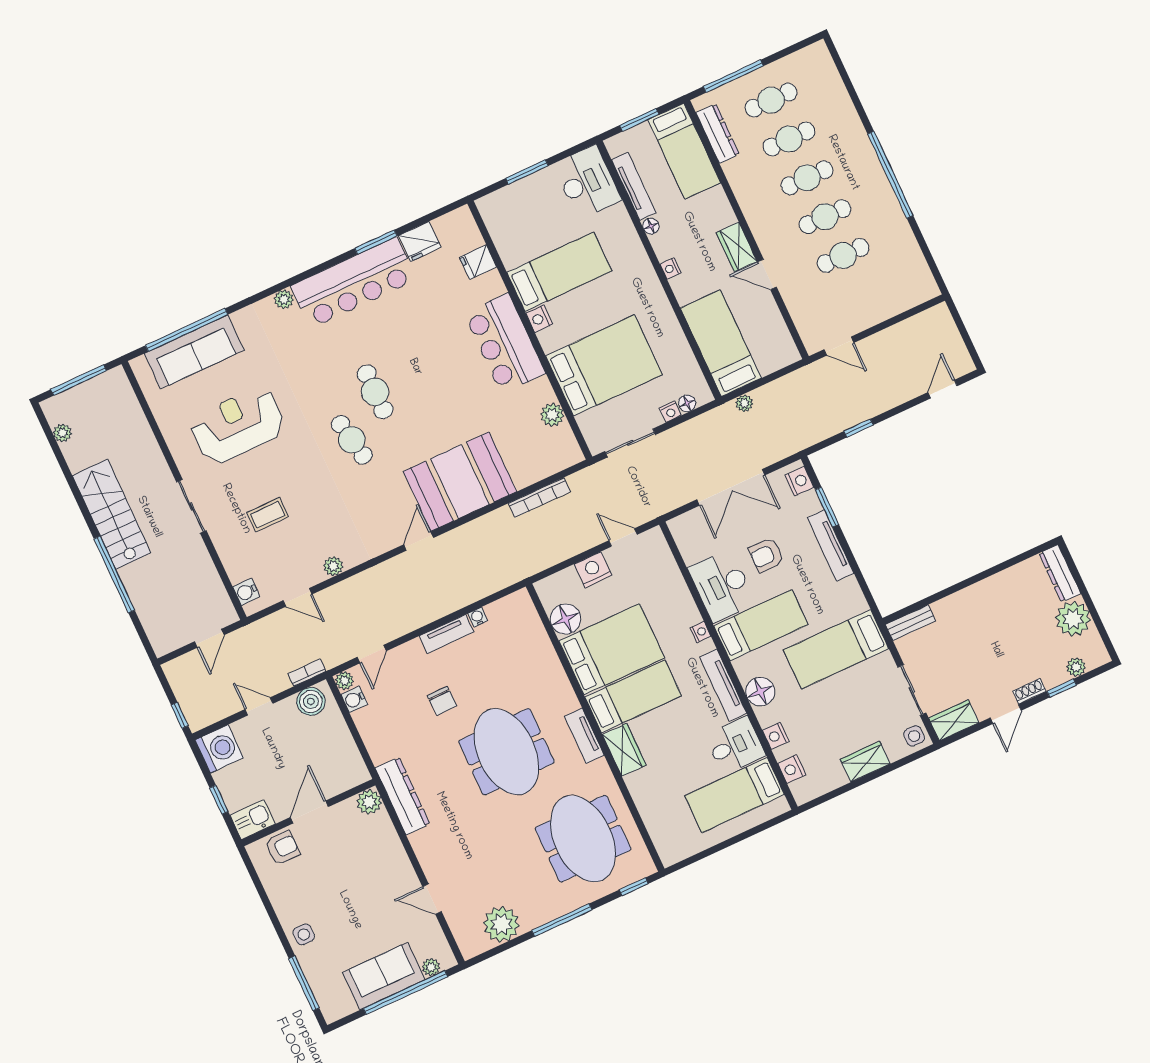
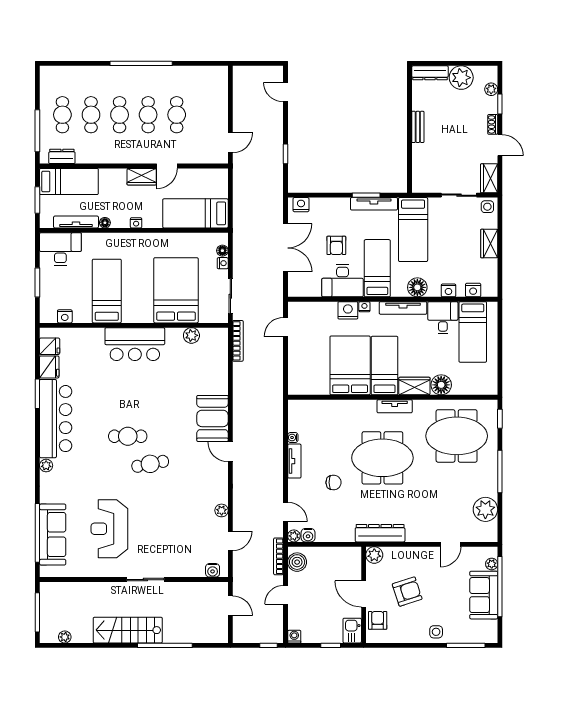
dresser: (718, 133) -> (62, 156), width x0.70
fridge: (478, 262) -> (50, 346), moved, turned -90
nightstand: (539, 319) -> (65, 316), moved
plant: (744, 403) -> (238, 216), removed
booth: (460, 482) -> (212, 418), width x0.73, depth x0.70
bookcase: (539, 498) -> (238, 341), moved
window: (827, 507) -> (366, 195), moved
coffee table: (268, 515) -> (172, 536), removed
tv unit: (831, 545) -> (374, 204), moved
nightstand: (593, 570) -> (348, 310), moved, turned 90
floor lamp: (565, 619) -> (441, 385), moved
bench: (910, 623) -> (418, 127), moved
bookcase: (307, 672) -> (278, 556), width x1.56
washing machine: (219, 749) -> (294, 637), width x0.53, depth x0.53
armchair: (340, 870) -> (407, 592), added

